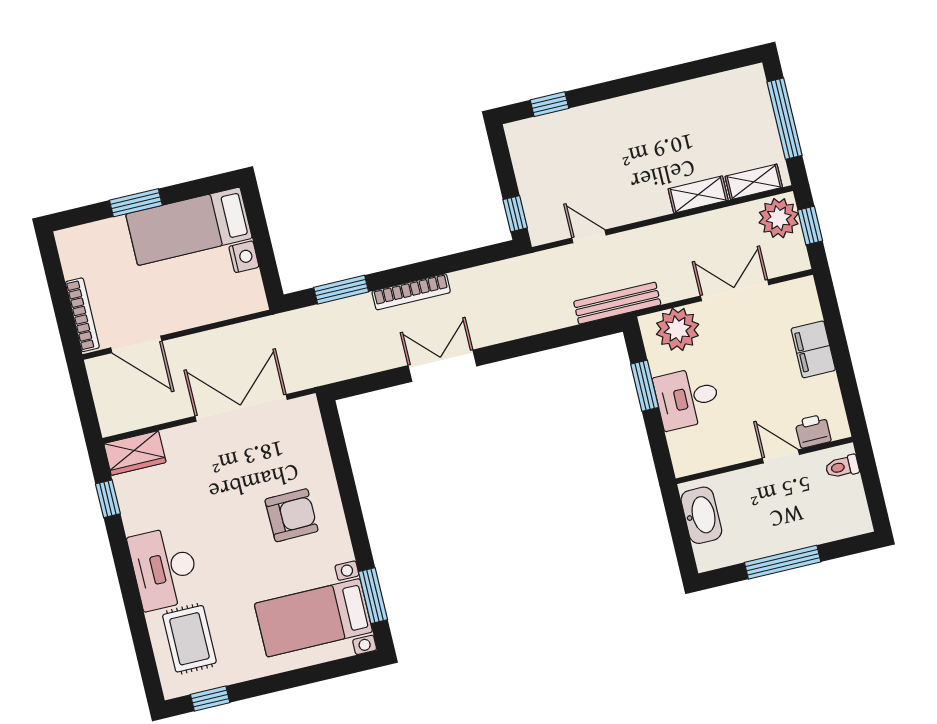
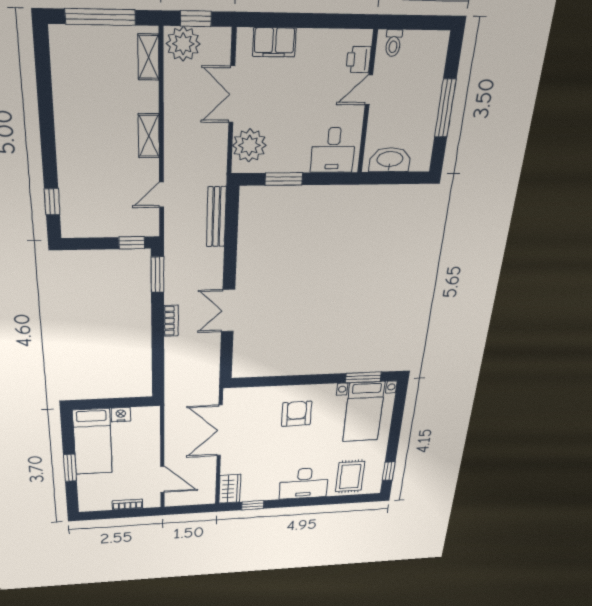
shelving: (698, 195) -> (149, 136), moved
window: (341, 290) -> (157, 275), moved
bookcase: (411, 292) -> (171, 321), width x0.64
bench: (617, 303) -> (216, 217), moved
bookcase: (82, 315) -> (127, 504), width x0.64
door: (136, 344) -> (162, 479), hinge flipped
filing cabinet: (813, 349) -> (274, 42), moved
desk: (687, 398) -> (333, 150), moved
rug: (189, 639) -> (350, 477), turned 90

